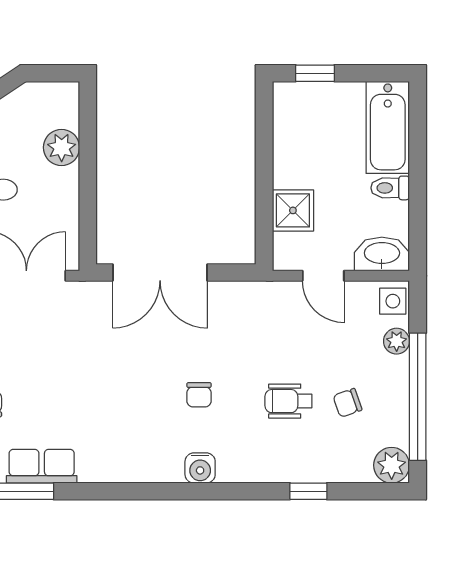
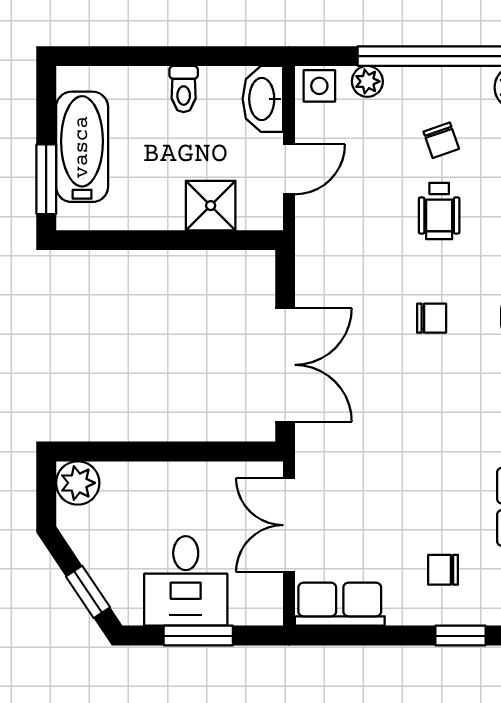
window: (315, 73) -> (46, 179), width x1.50
bathtub: (388, 127) -> (82, 147), moved, turned -90
plant: (62, 147) -> (78, 483), moved

